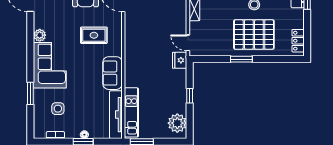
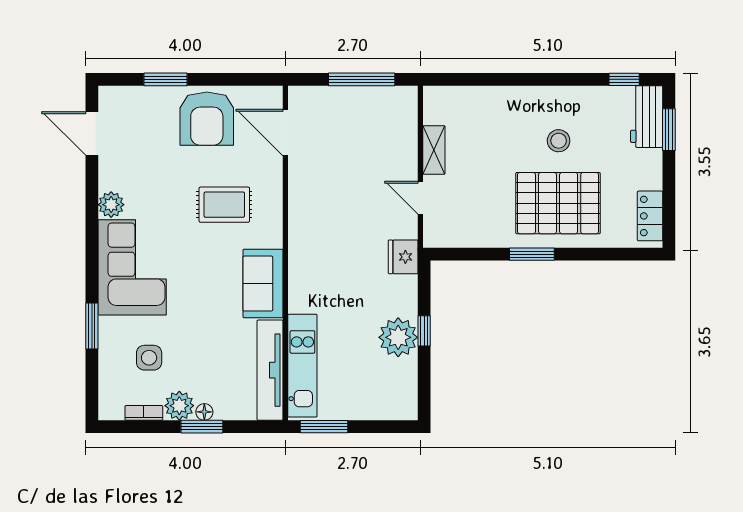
door: (188, 43) -> (420, 198), moved
plant: (177, 123) -> (398, 337), moved
plant: (72, 132) -> (179, 406), added

